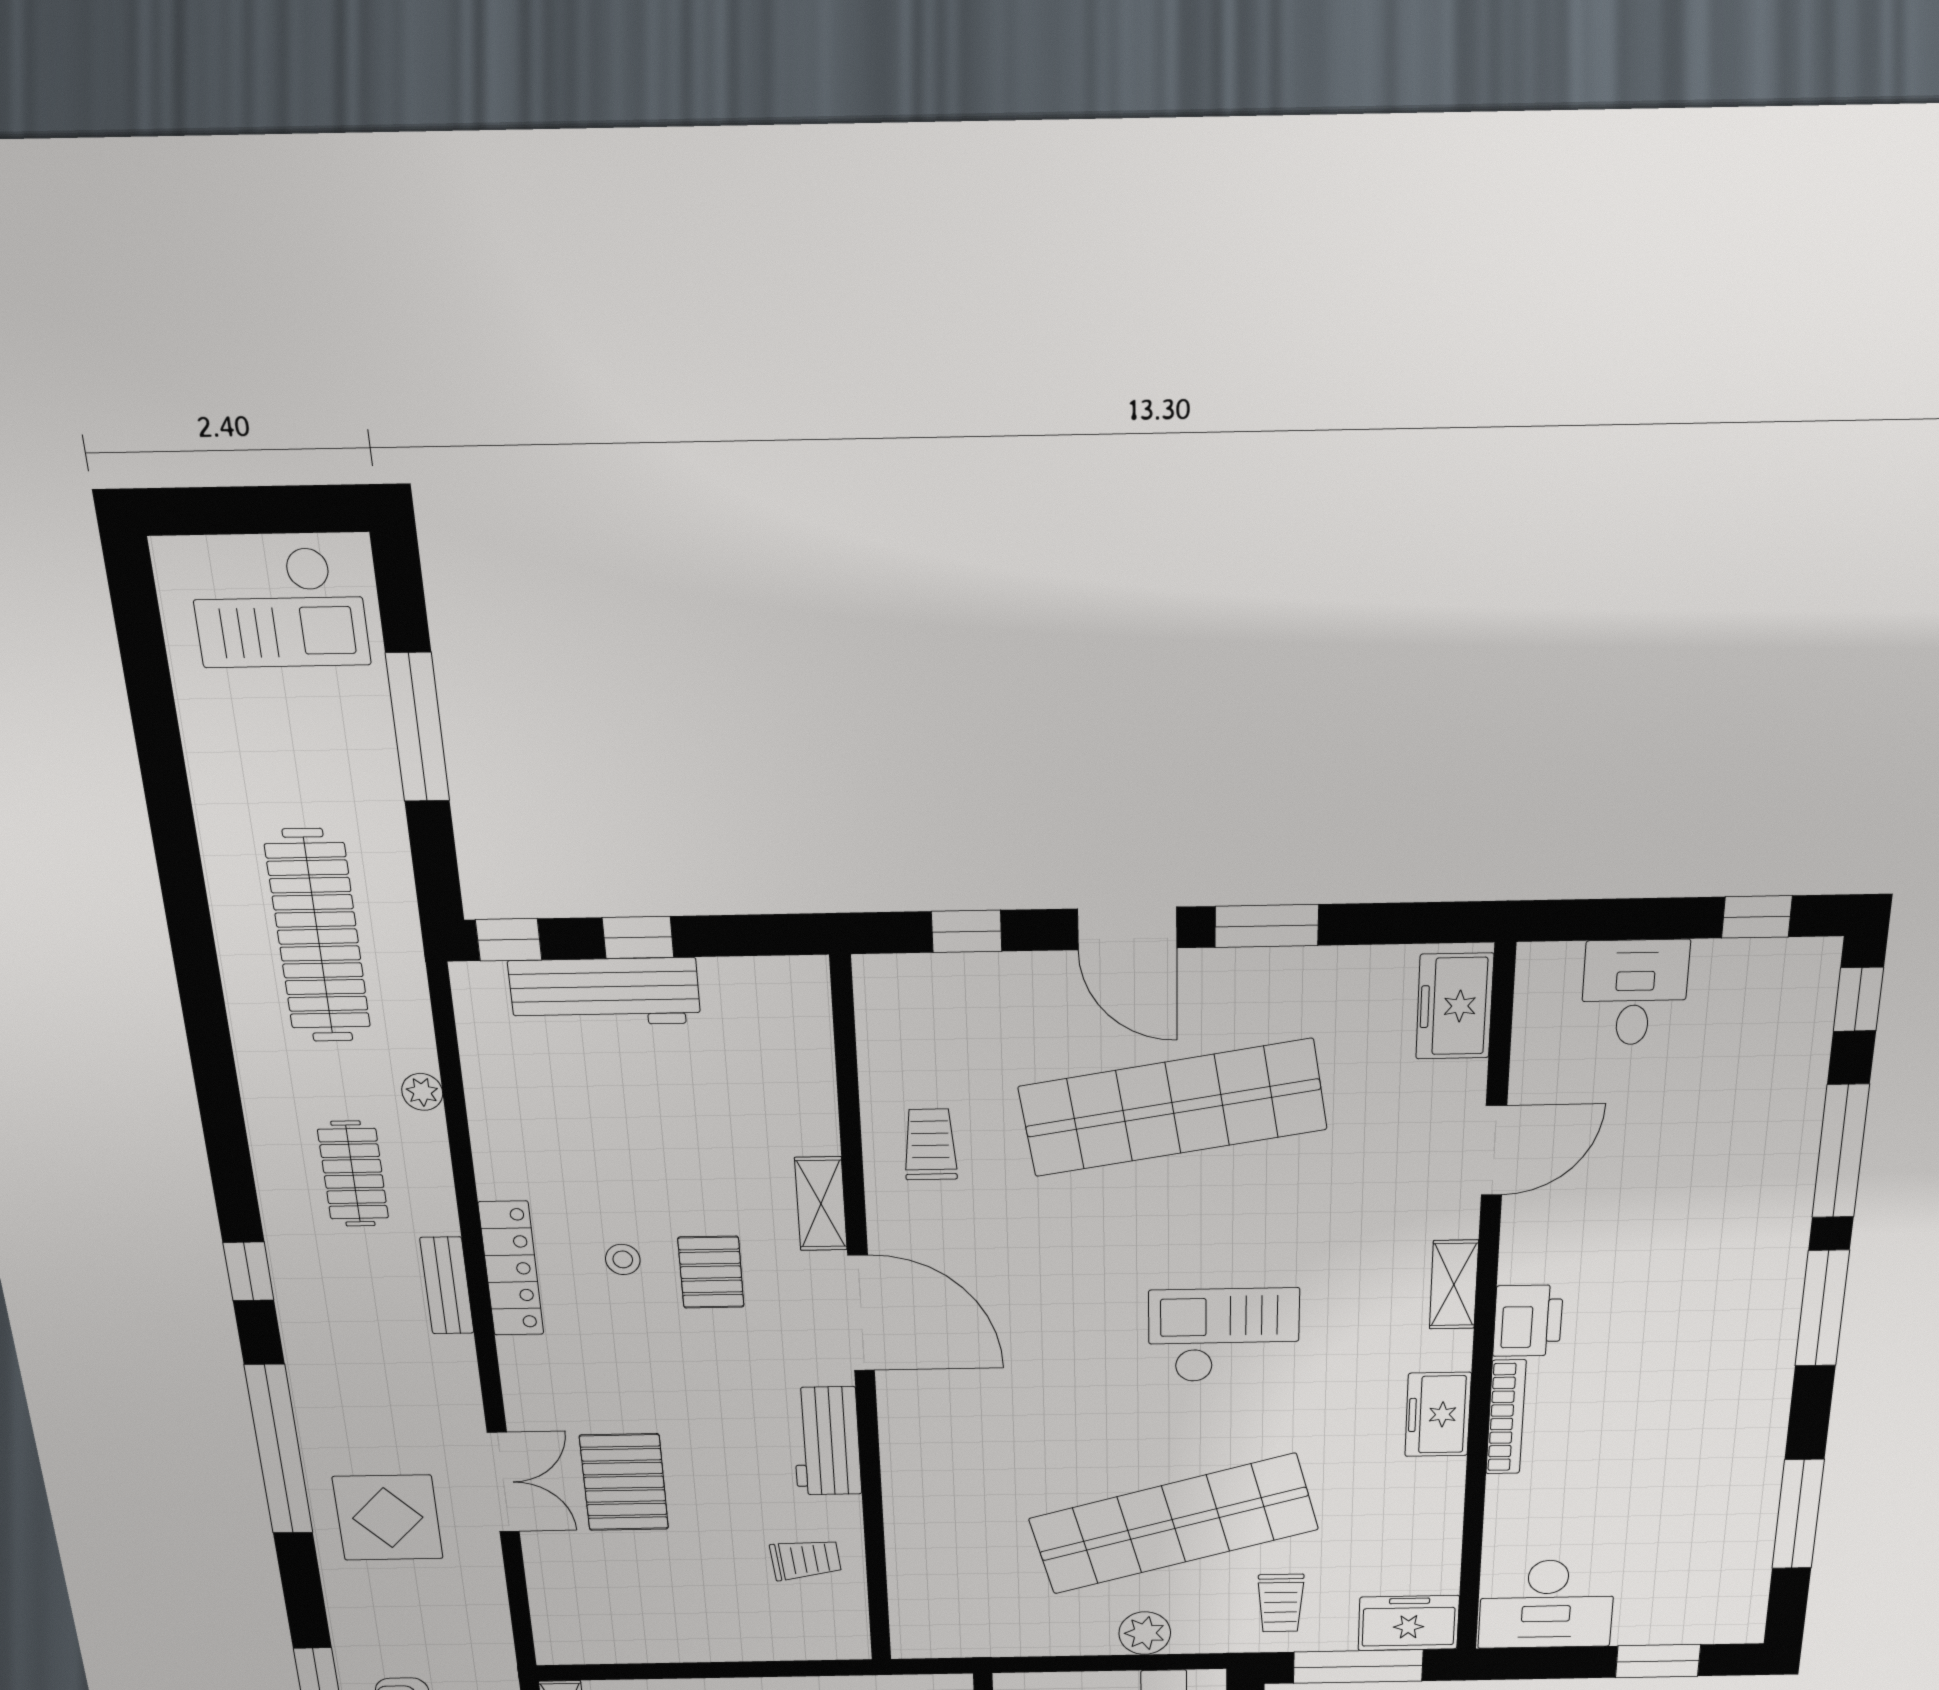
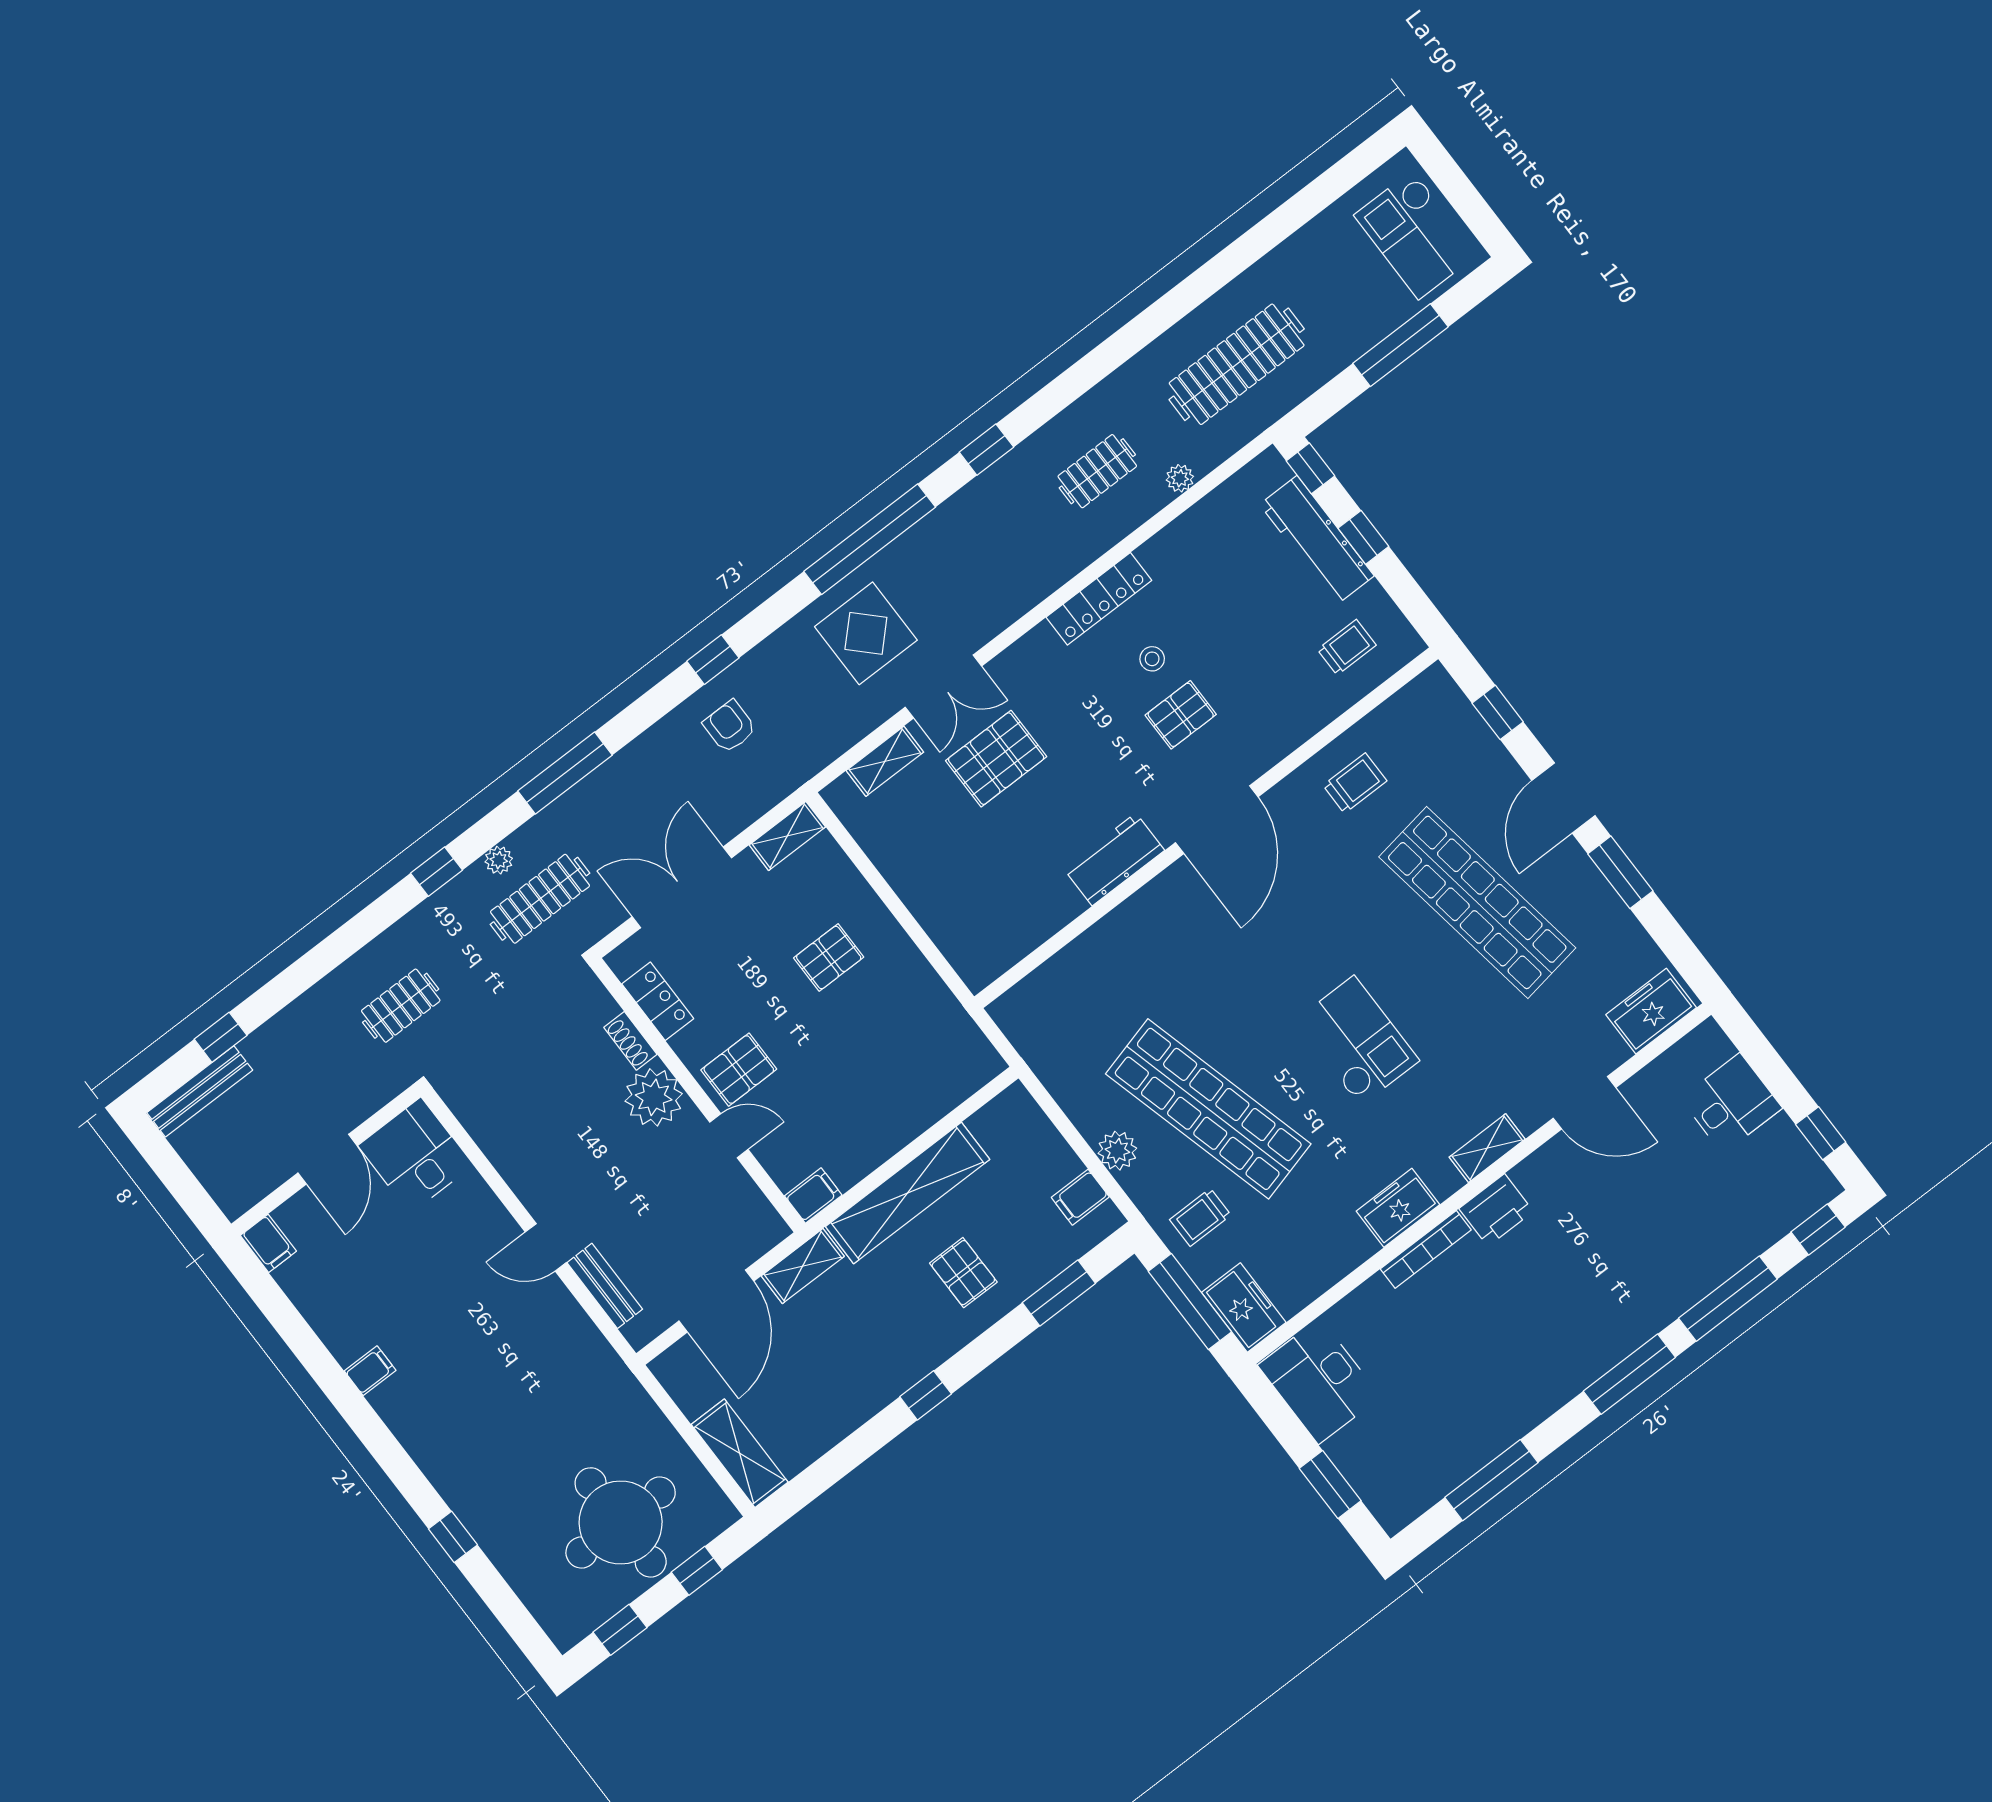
shelving: (821, 1204) -> (885, 761), moved
bench: (447, 1286) -> (1060, 569), removed
trolley: (806, 1559) -> (1347, 647), moved, turned -84

